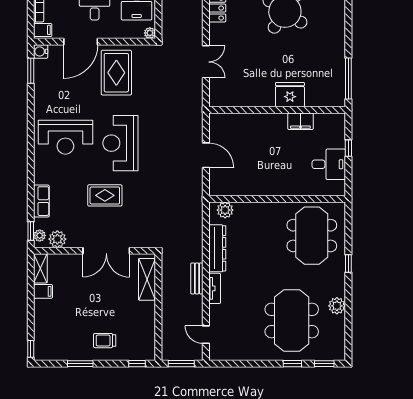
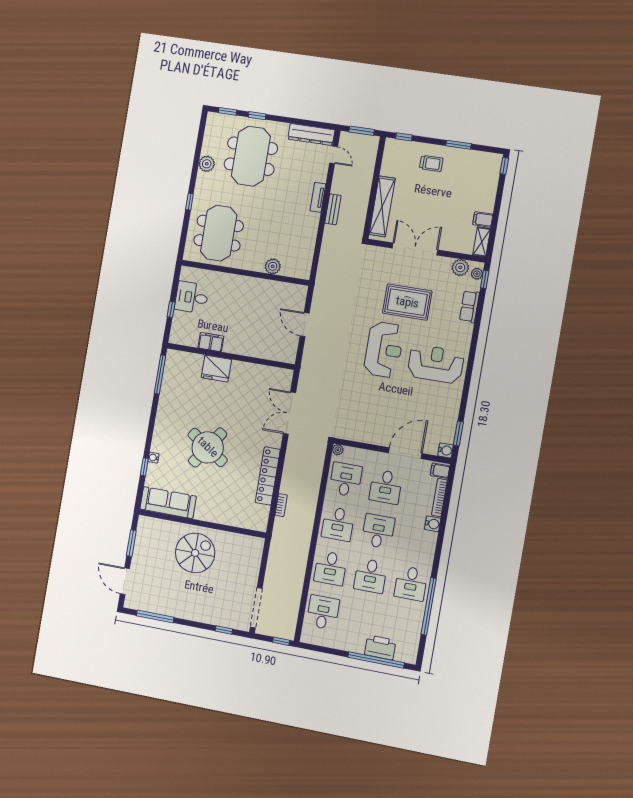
double door: (206, 62) -> (289, 413), width x1.37
rug: (116, 73) -> (376, 417), removed
rug: (105, 195) -> (407, 302), width x1.36, depth x1.43
plant: (225, 210) -> (273, 266), moved
dresser: (217, 248) -> (311, 135), moved, turned -90
shelving: (147, 279) -> (382, 206), width x1.47

